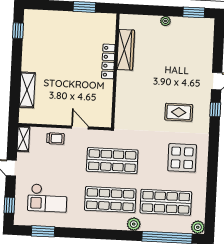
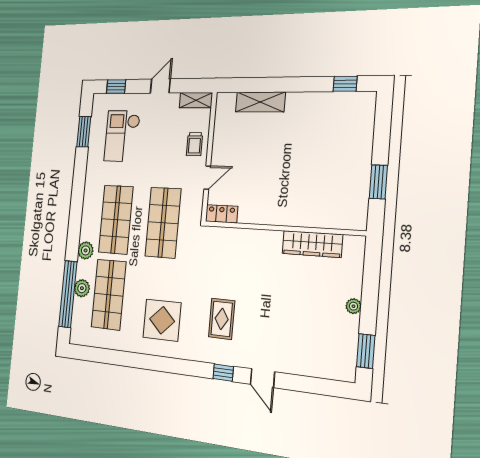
locker: (108, 61) -> (222, 214), moved, width x0.66
plant: (198, 227) -> (82, 288), moved

